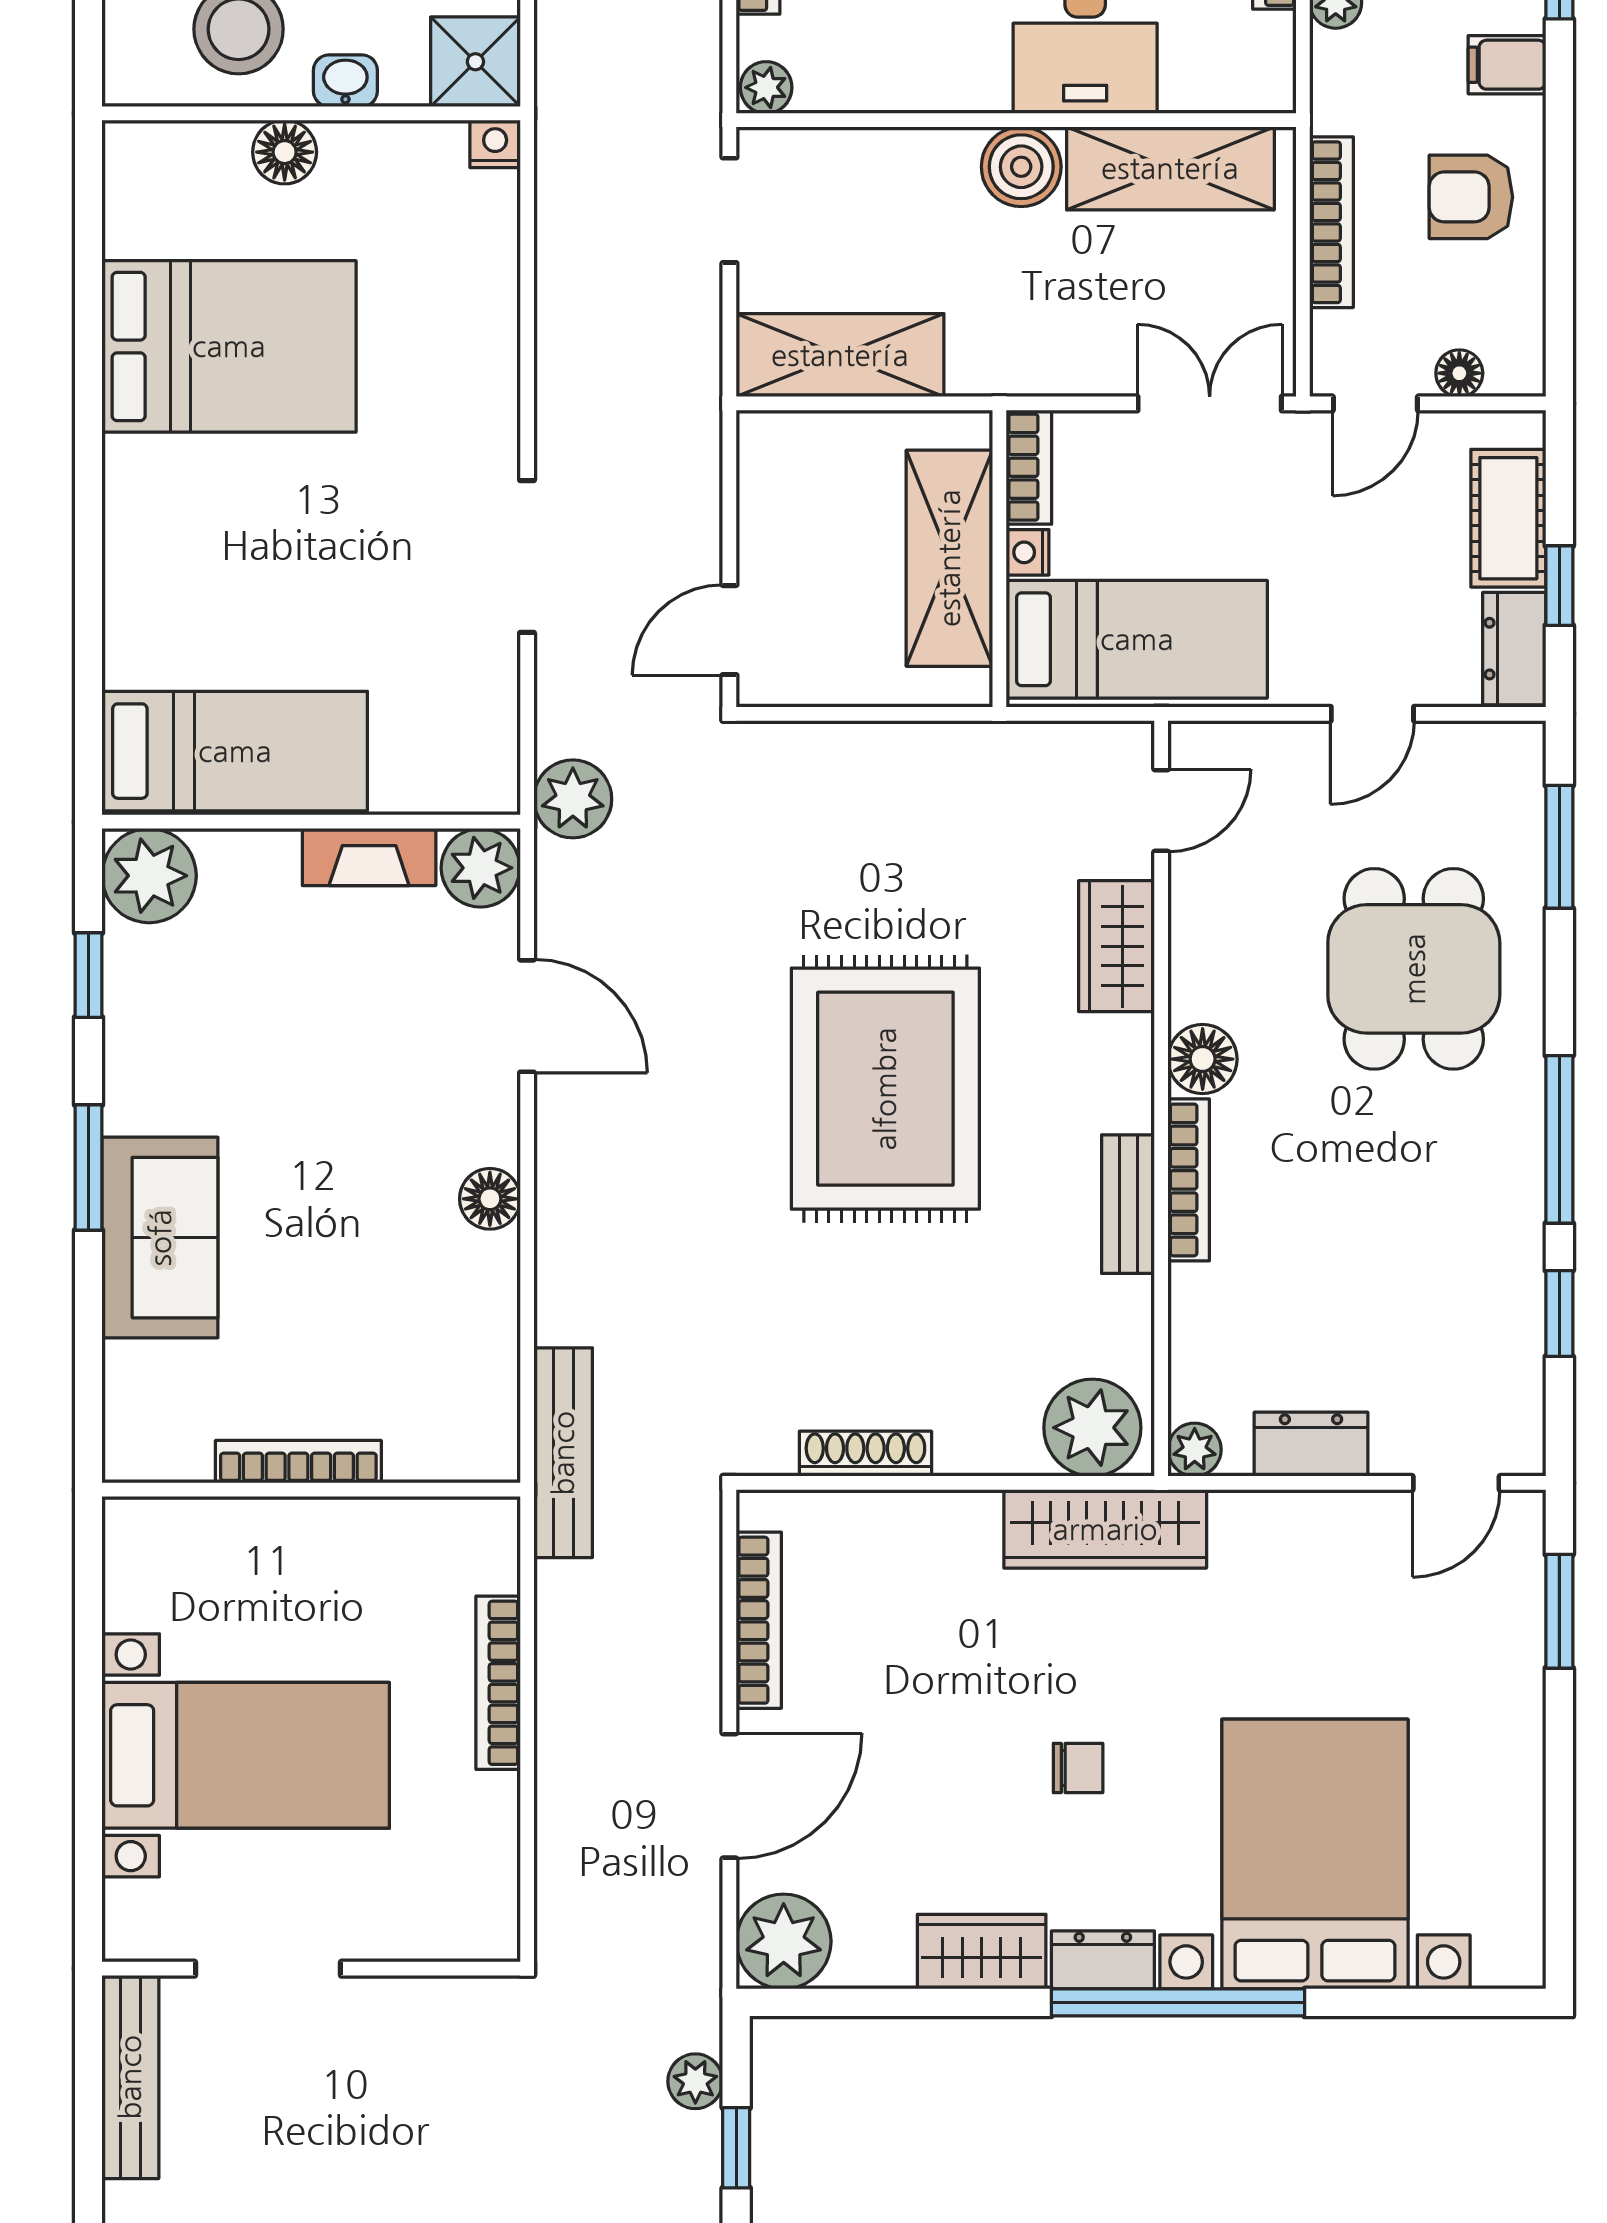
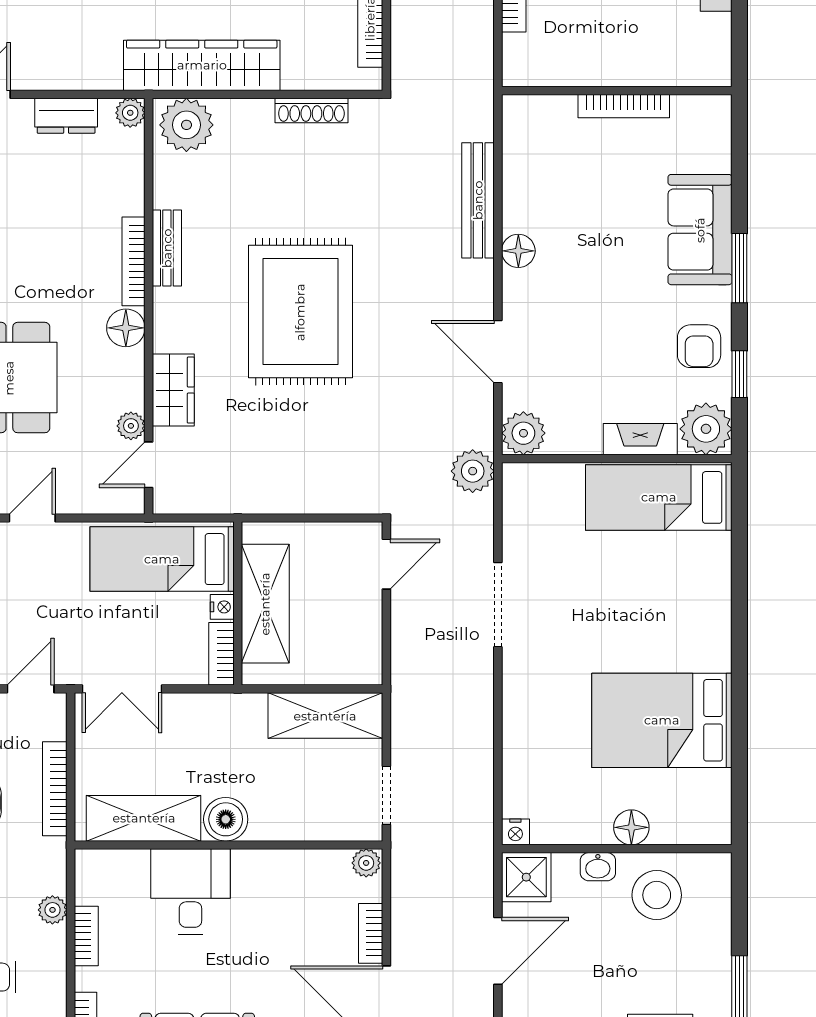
fireplace: (369, 857) -> (640, 439), moved
plant: (1193, 881) -> (131, 426), added
armchair: (162, 1026) -> (699, 346), added
bench: (563, 1453) -> (478, 200), moved
wardrobe: (1105, 1529) -> (202, 65), width x1.40, depth x1.17

